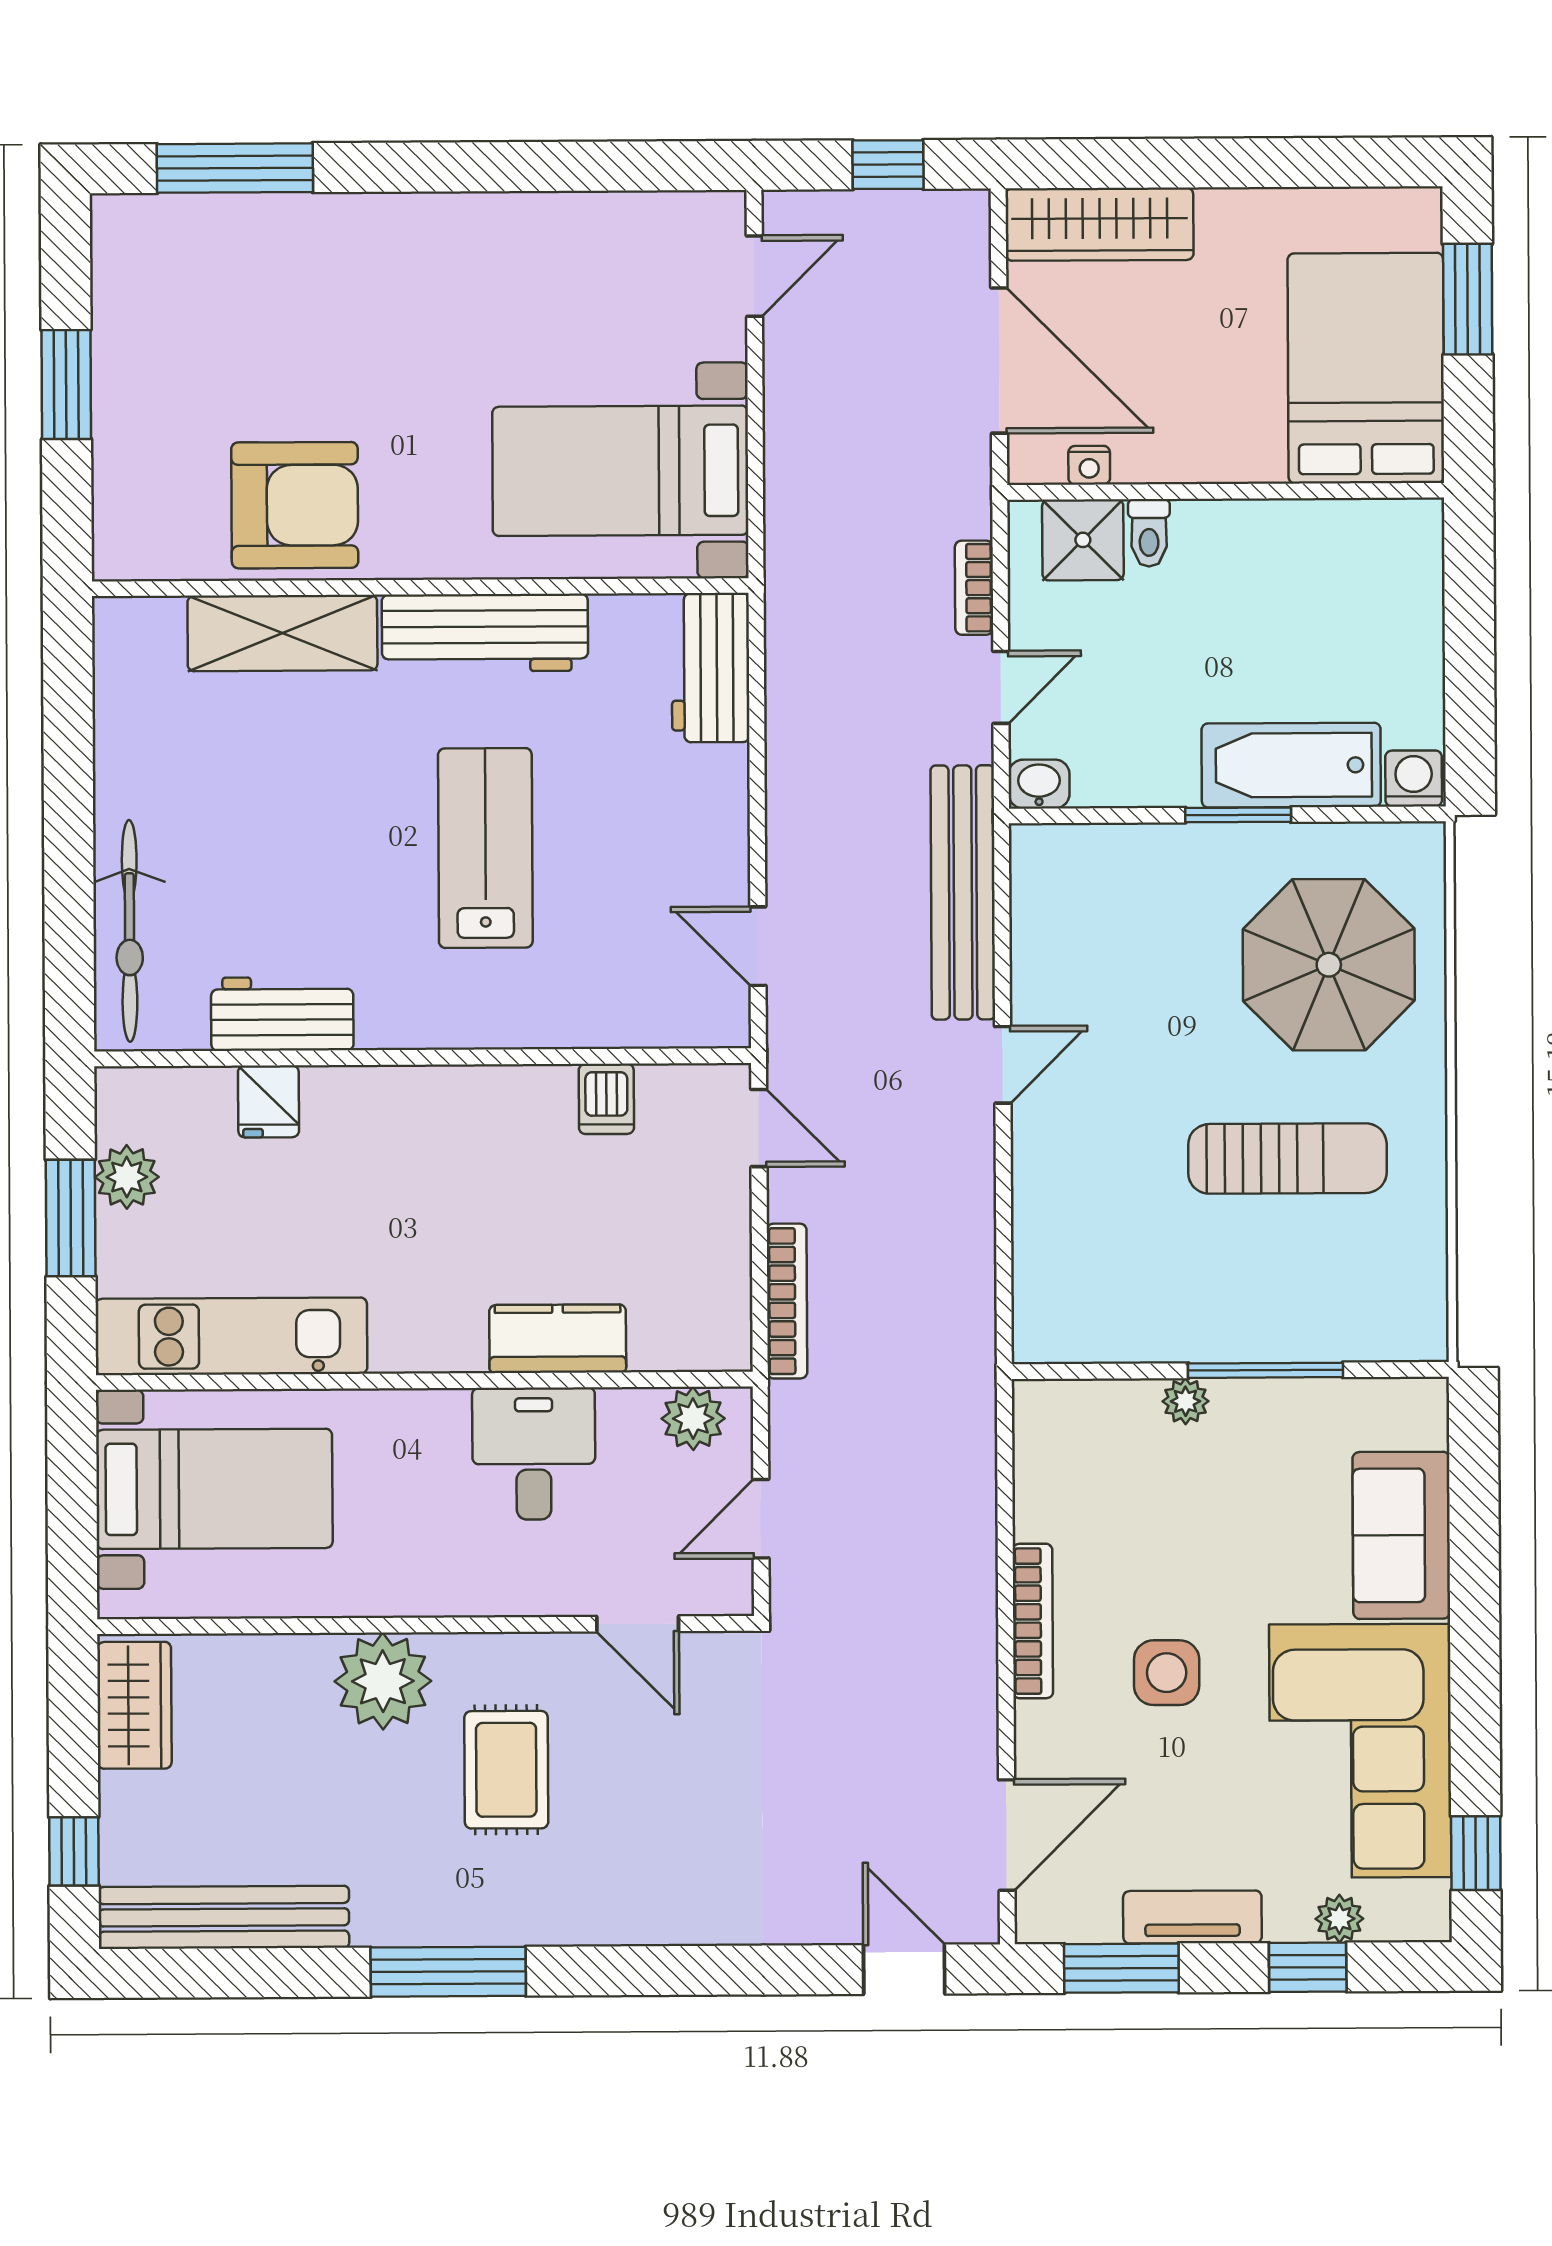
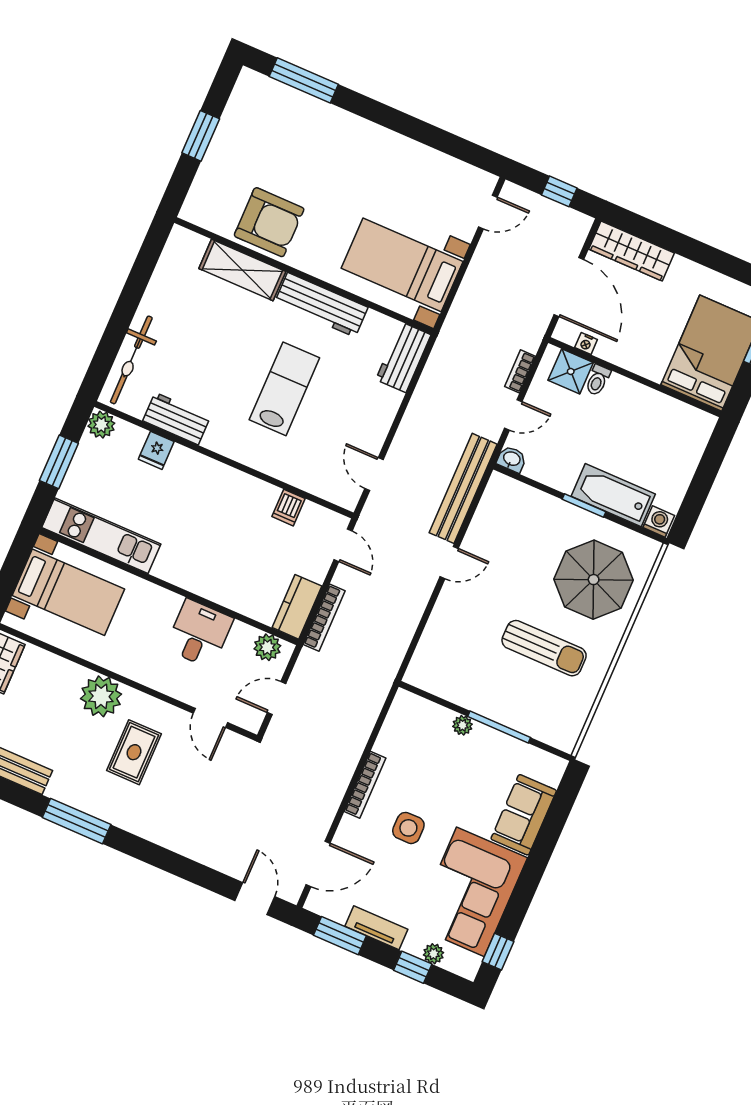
plant: (127, 1177) -> (101, 425), moved
kitchen counter: (558, 1339) -> (297, 607), moved, turned -90

